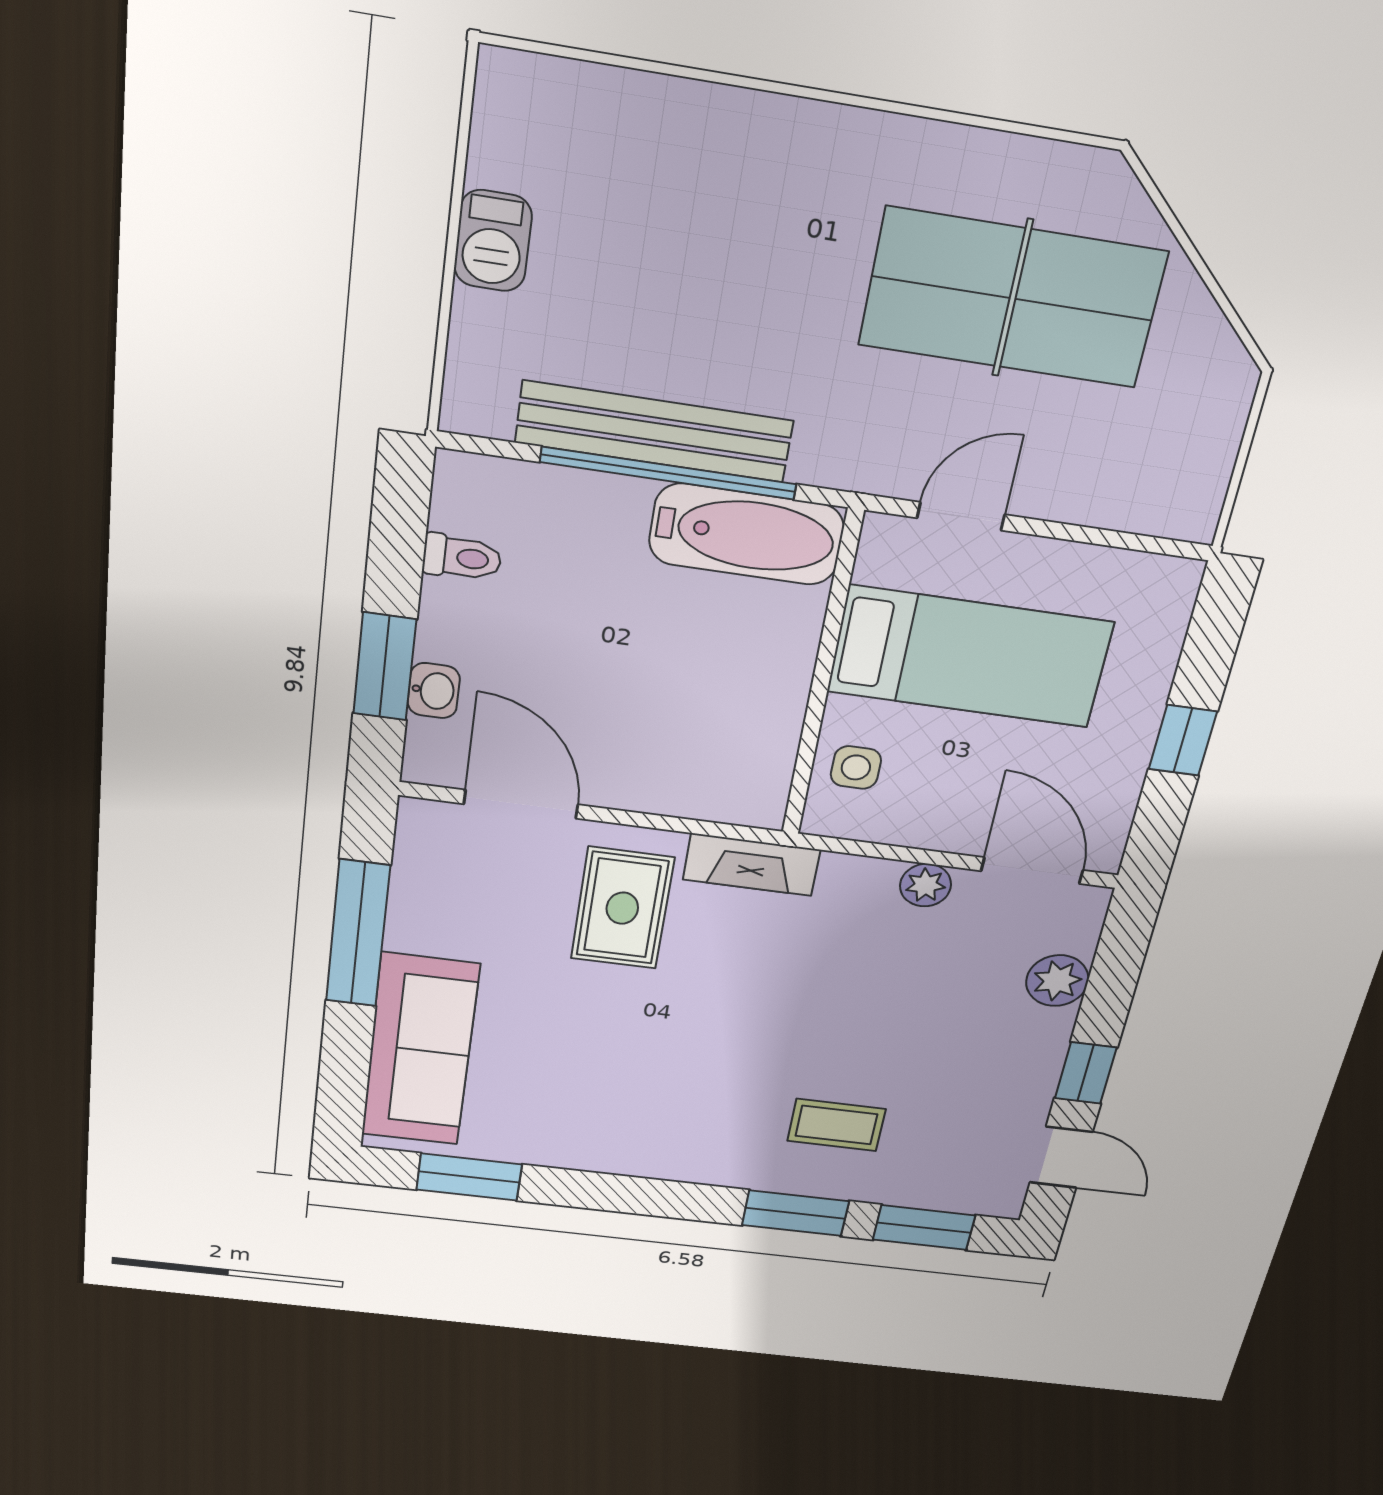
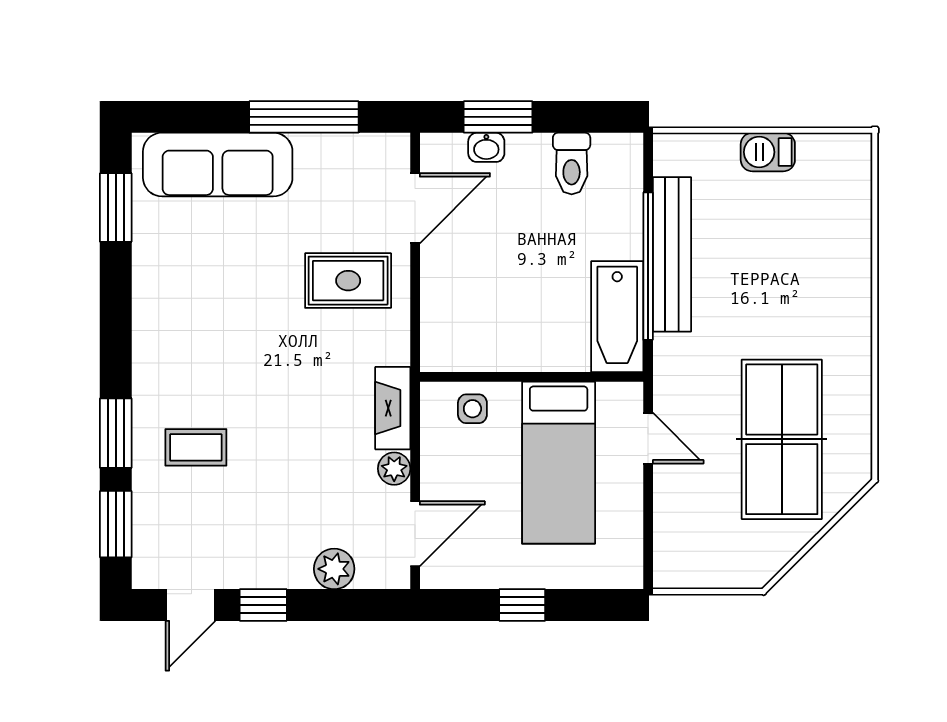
toilet: (462, 558) -> (572, 164), width x1.37, depth x1.39
fireplace: (752, 865) -> (393, 408), moved
coffee table: (836, 1125) -> (196, 447), turned 90

